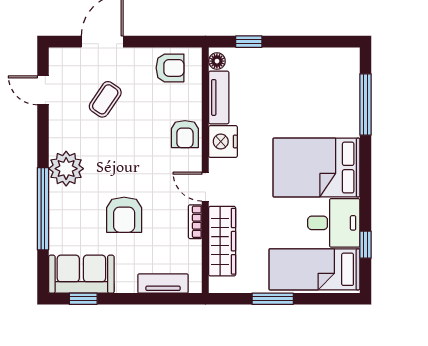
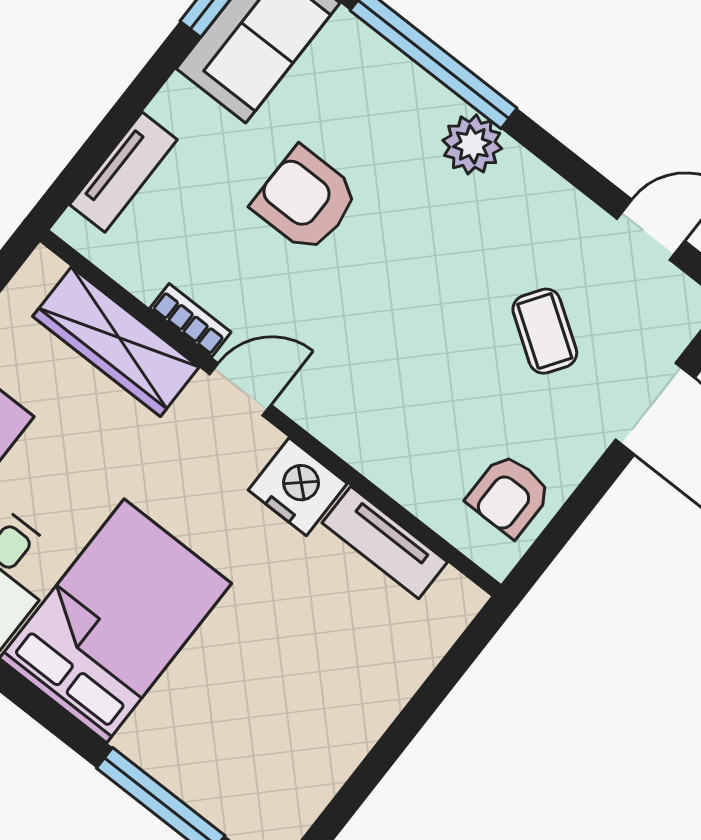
window: (249, 42) -> (444, 678), removed
floor lamp: (217, 61) -> (454, 592), removed
armchair: (185, 134) -> (366, 427), removed
plant: (66, 169) -> (472, 144), width x0.73, depth x0.73

